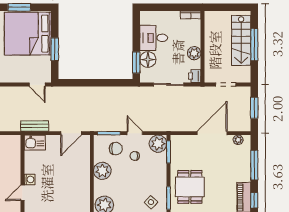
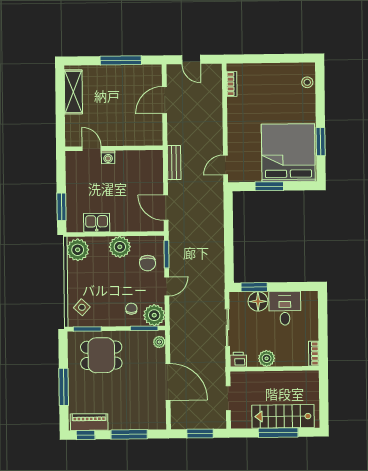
plant: (238, 140) -> (159, 342), moved
kitchen sink: (35, 143) -> (97, 223), moved, turned 90
chair: (135, 156) -> (131, 309), moved

